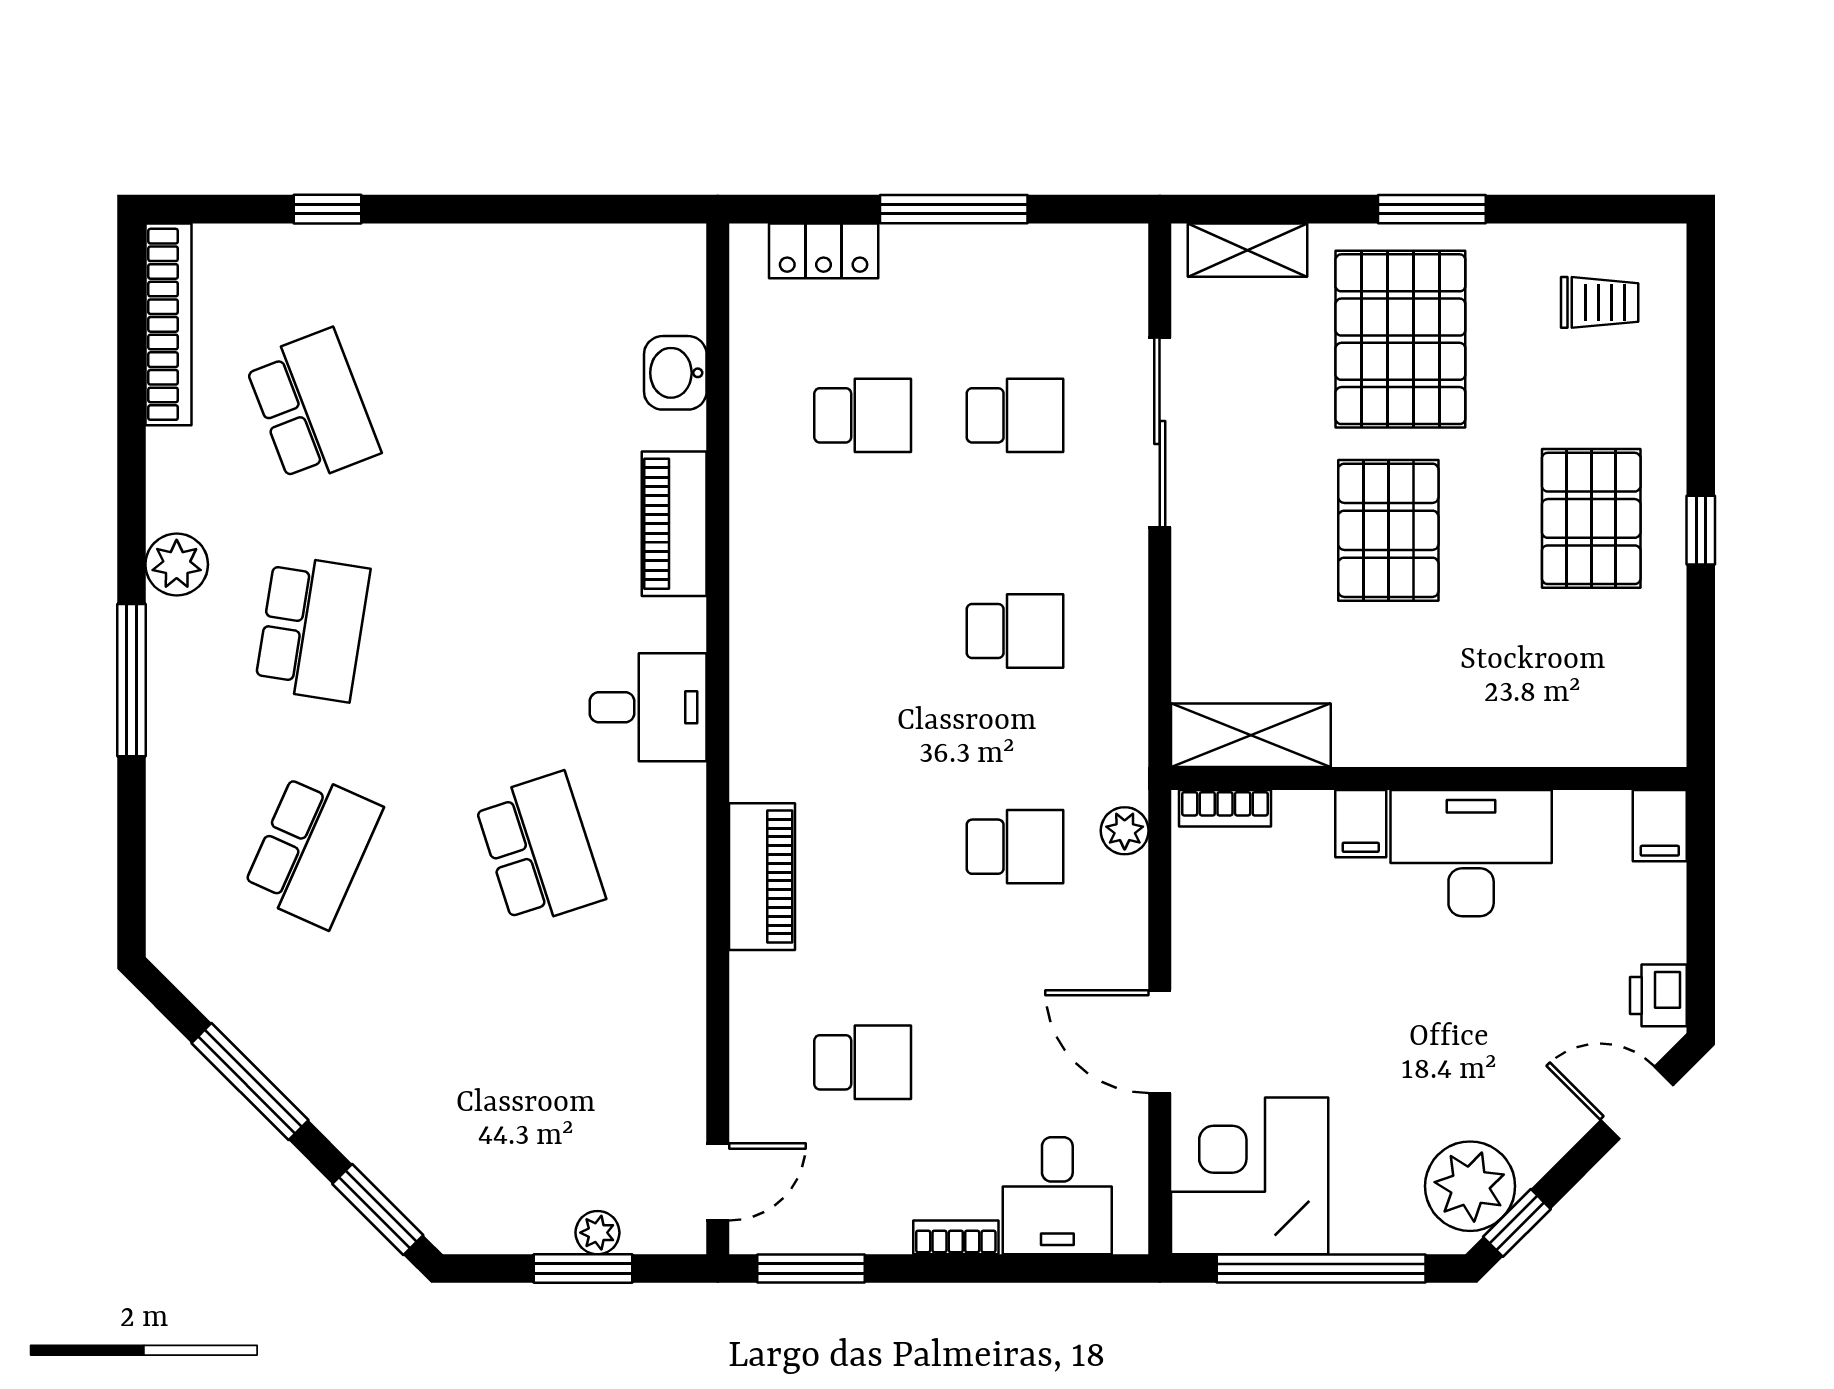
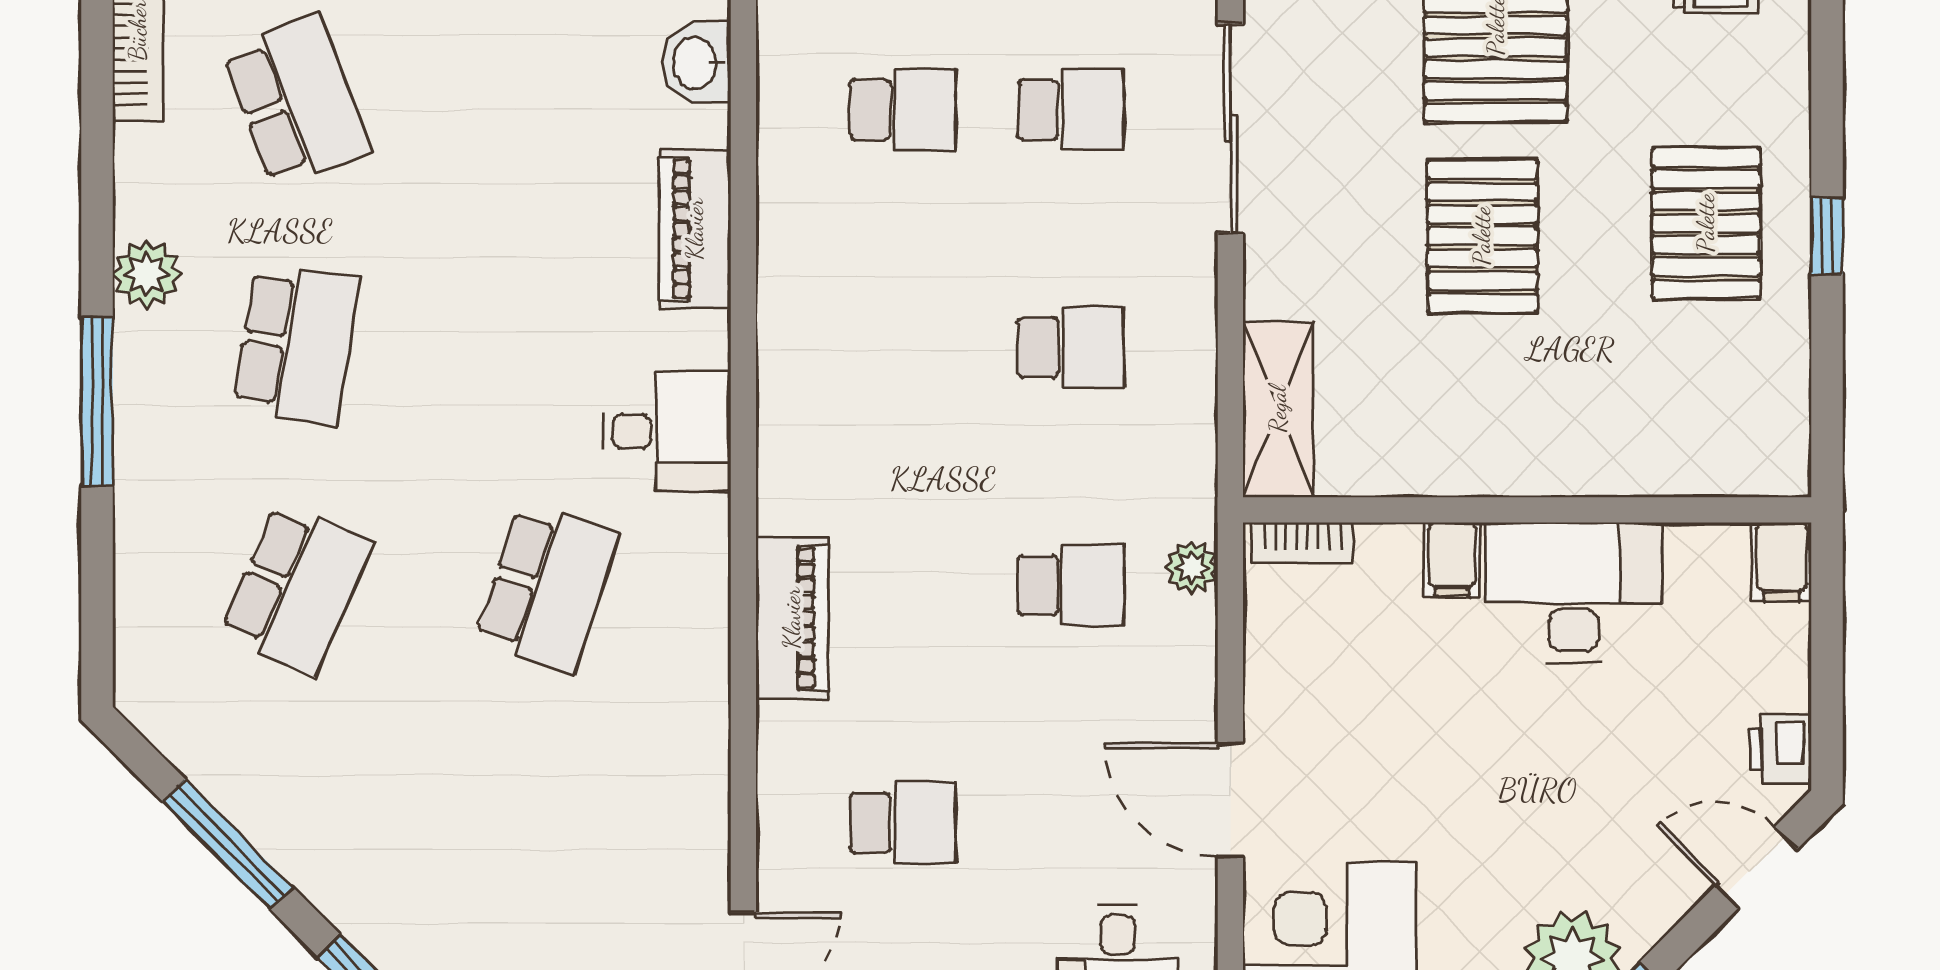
shelving: (1251, 735) -> (1278, 409), moved, turned 90
school desk: (540, 849) -> (547, 588), turned 36

